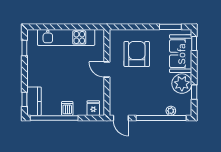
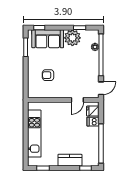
armchair: (137, 54) -> (48, 75), width x0.53, depth x0.53
door: (107, 70) -> (77, 100), moved
kitchen counter: (34, 101) -> (70, 160), moved
dishwasher: (67, 108) -> (93, 122), moved

